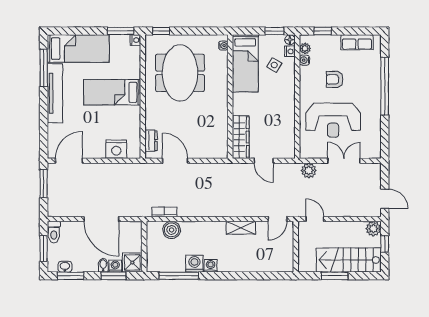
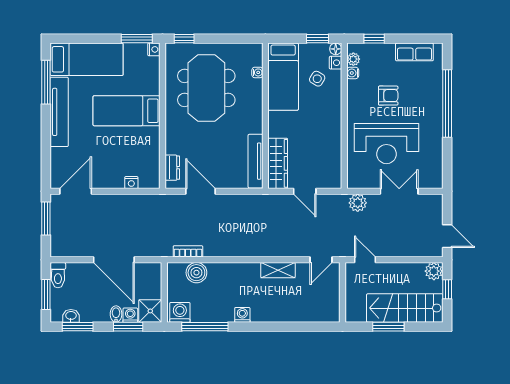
water cooler: (223, 46) -> (257, 72), moved
armchair: (335, 79) -> (388, 96), turned 180
tv unit: (222, 135) -> (255, 161), added
nightstand: (116, 149) -> (131, 183), width x0.53, depth x0.56
washing machine: (194, 264) -> (180, 312), moved

